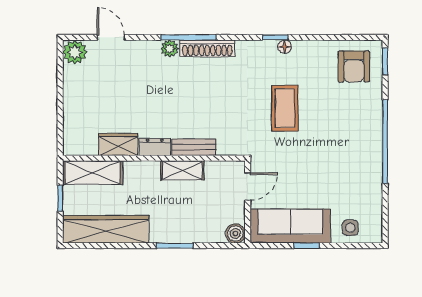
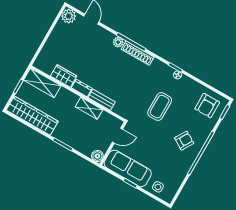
armchair: (350, 138) -> (184, 141), added

